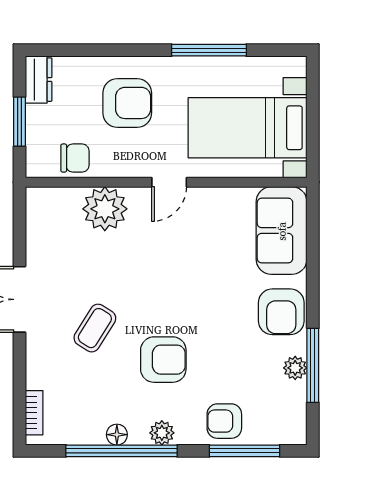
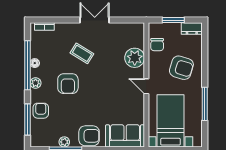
armchair: (127, 103) -> (181, 68), turned -73
armchair: (281, 312) -> (89, 136), turned 180

